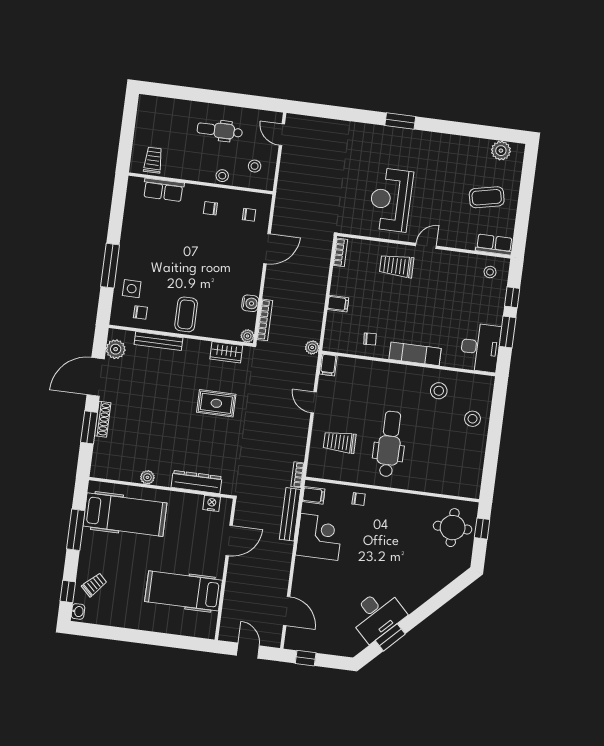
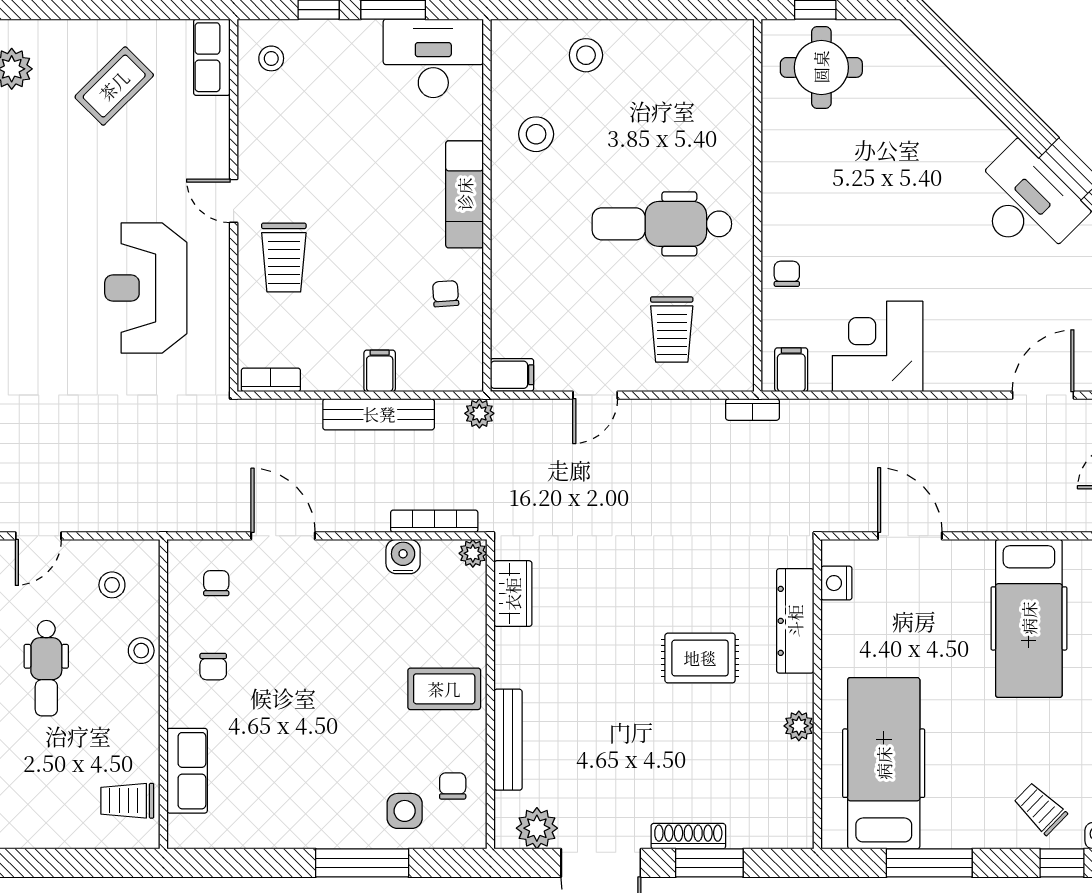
coffee table: (487, 197) -> (114, 86), turned 57
reception desk: (391, 200) -> (146, 288), turned 90
rug: (216, 403) -> (700, 658), moved, turned 90
bench: (290, 514) -> (379, 414), moved

